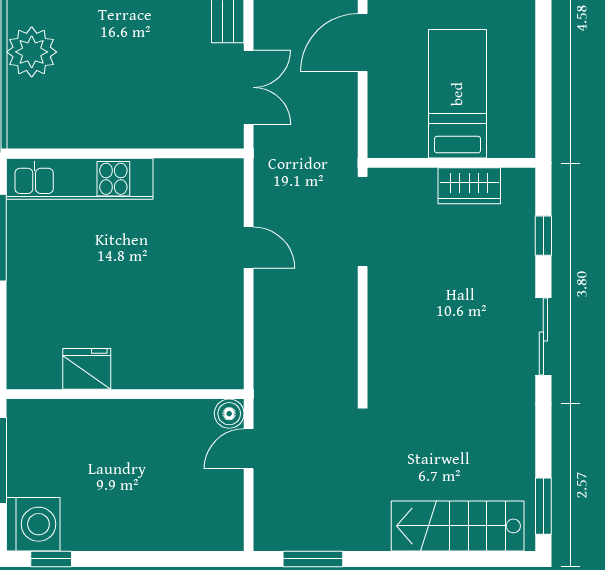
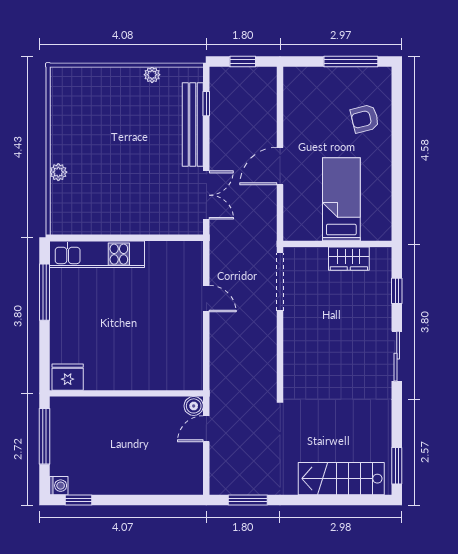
plant: (32, 52) -> (58, 172), width x0.53, depth x0.53
fridge: (87, 369) -> (68, 377), moved
washing machine: (33, 524) -> (59, 486), width x0.53, depth x0.53

